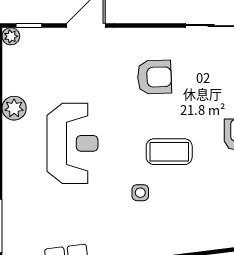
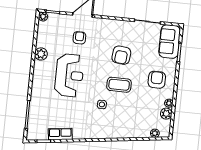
armchair: (85, 70) -> (79, 38), added
armchair: (154, 77) -> (121, 55), moved, turned 98

